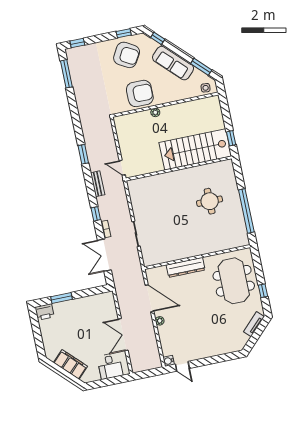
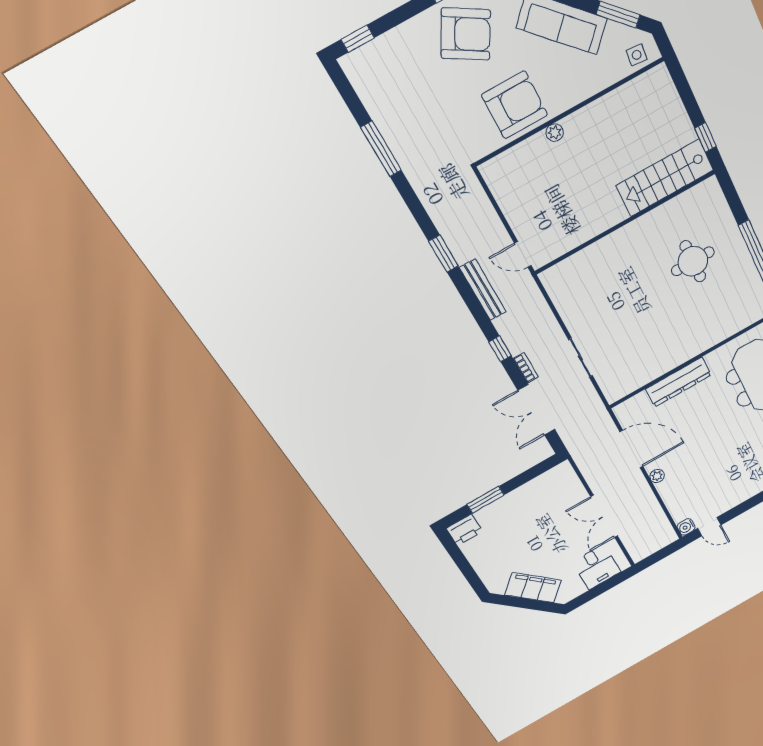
window: (66, 74) -> (381, 149), moved
stairs: (195, 149) -> (665, 178), width x0.73, depth x0.66
bench: (98, 184) -> (483, 290), width x1.36

